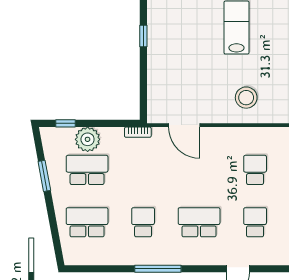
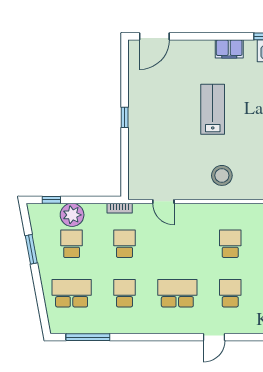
door: (184, 125) -> (163, 201), width x0.73
school desk: (87, 170) -> (72, 244), width x0.54
school desk: (143, 170) -> (124, 244), added
window: (158, 269) -> (88, 337), moved

